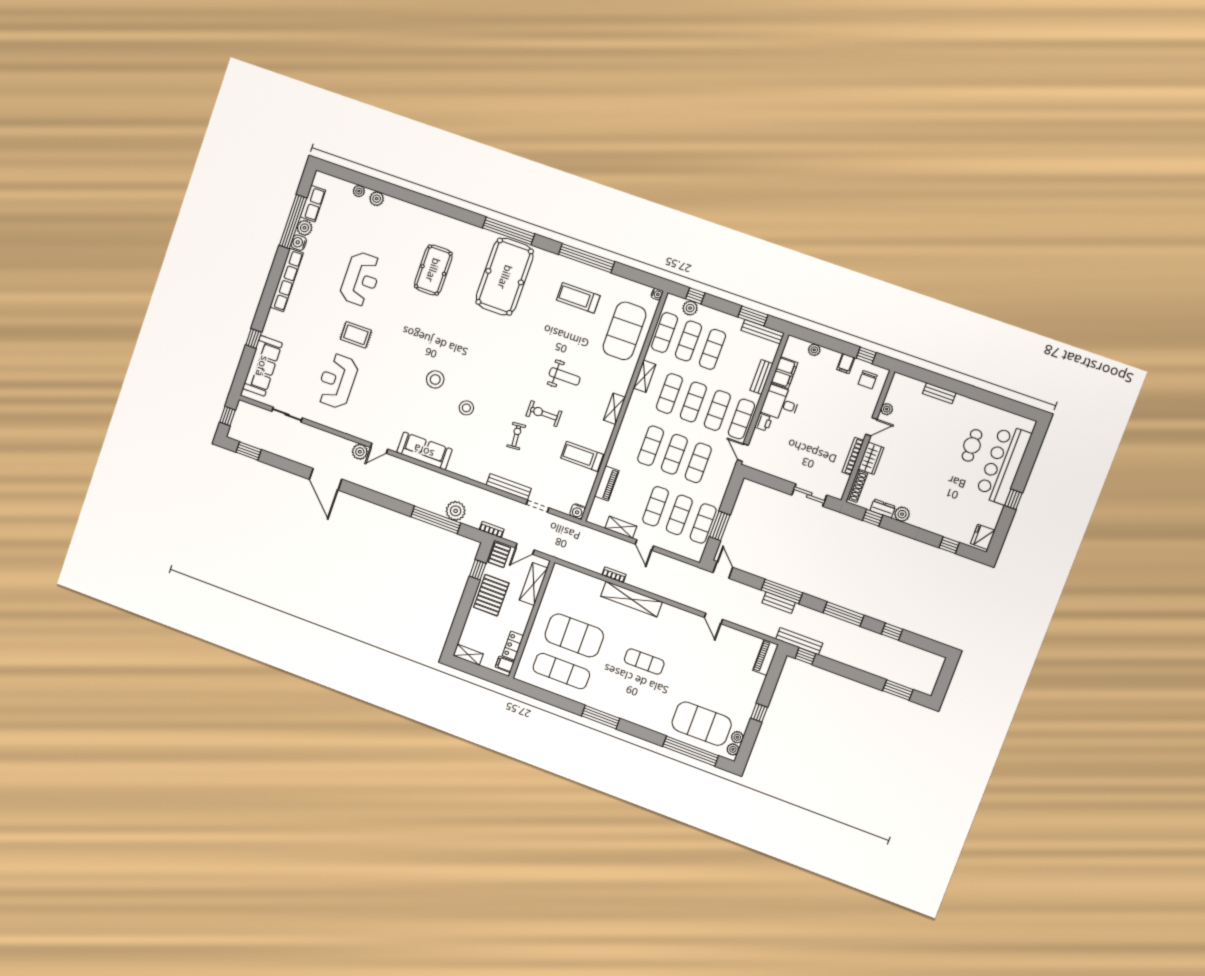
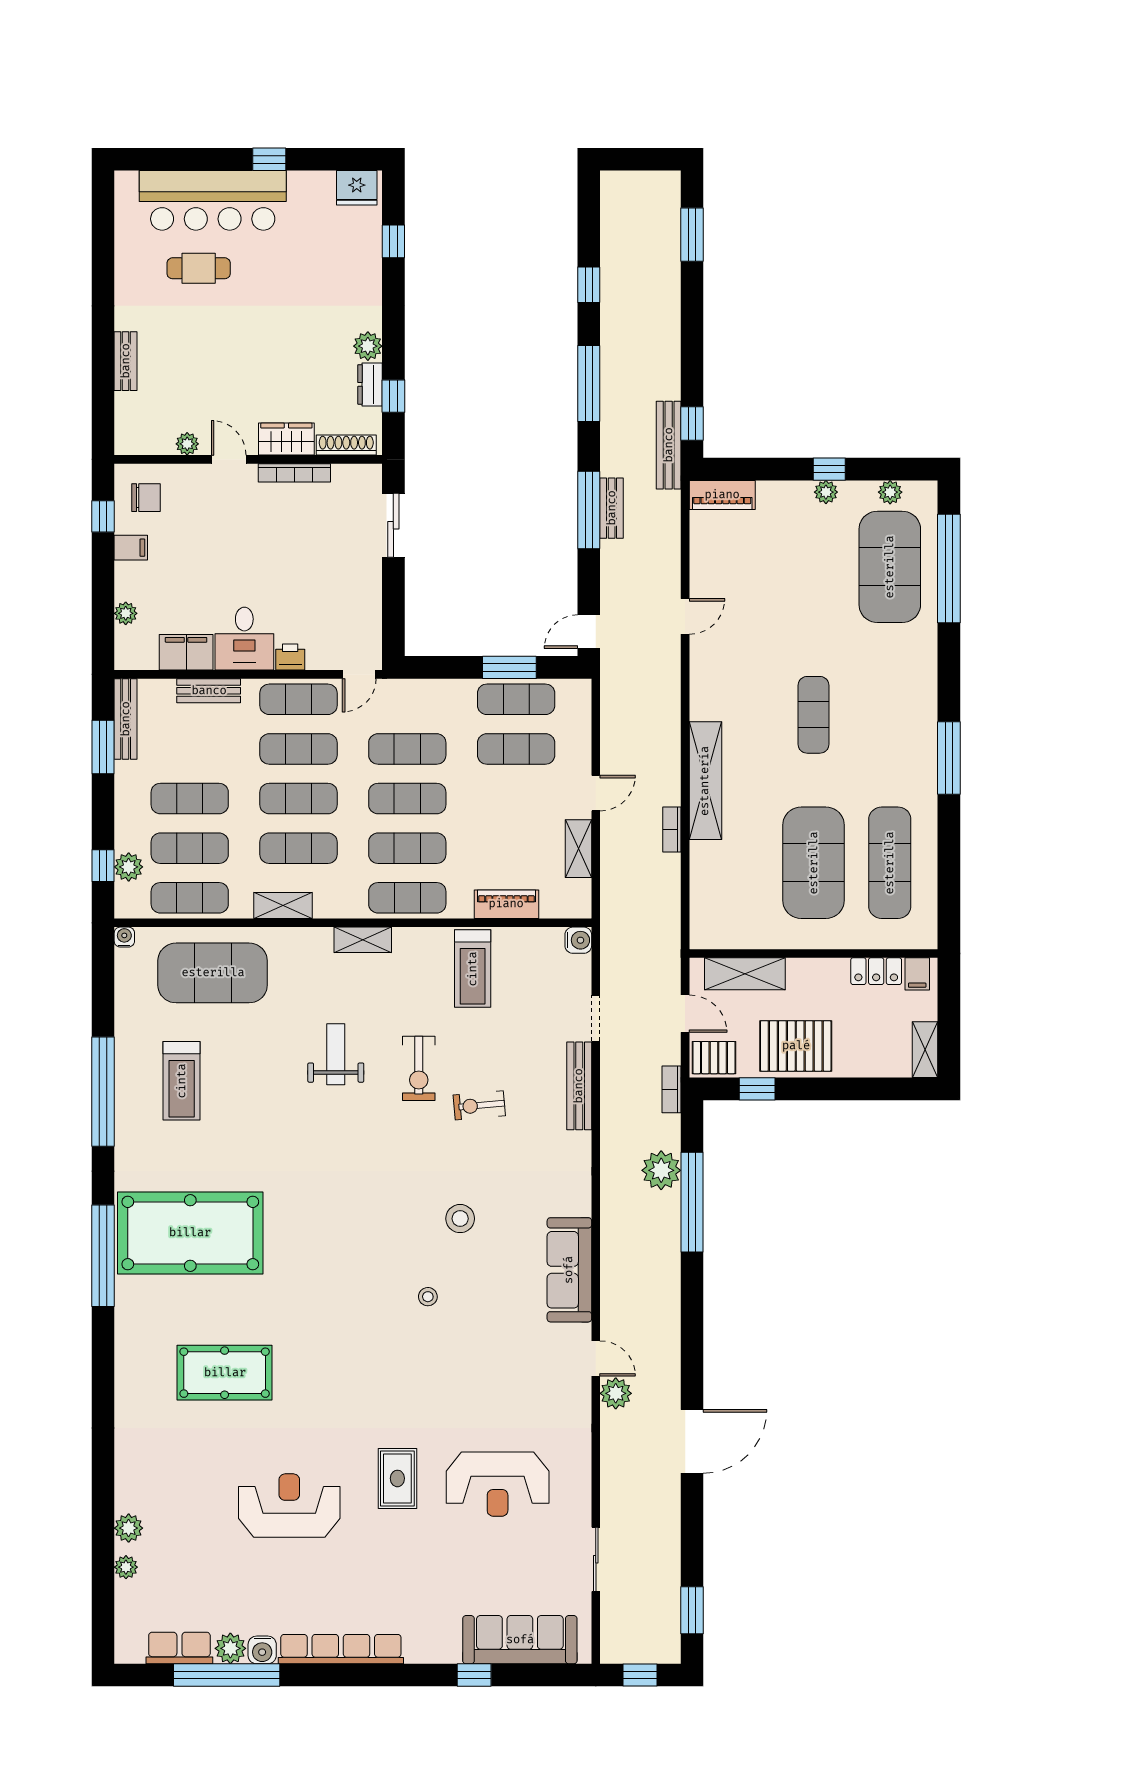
stool: (435, 379) -> (428, 1297), width x0.53, depth x0.53
exercise mat: (655, 506) -> (407, 898), moved
plant: (733, 749) -> (826, 492), moved

